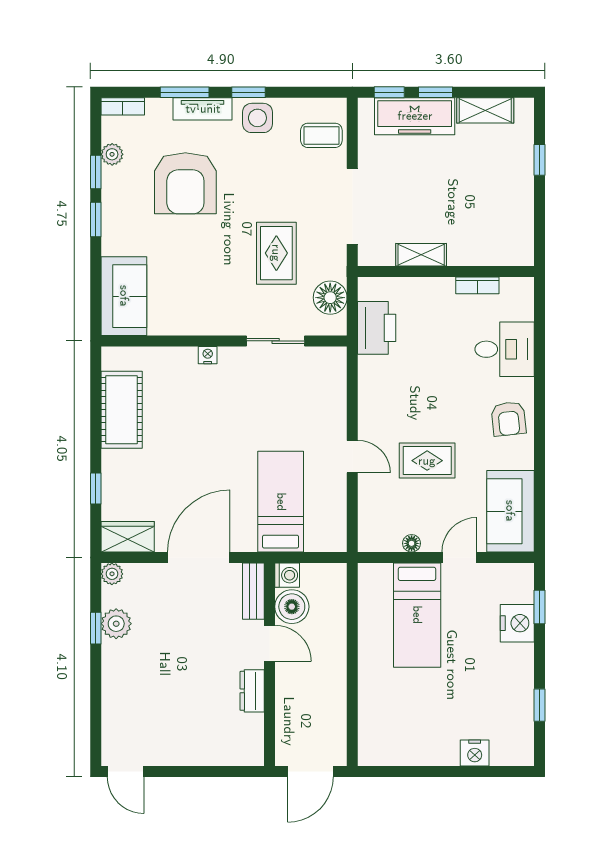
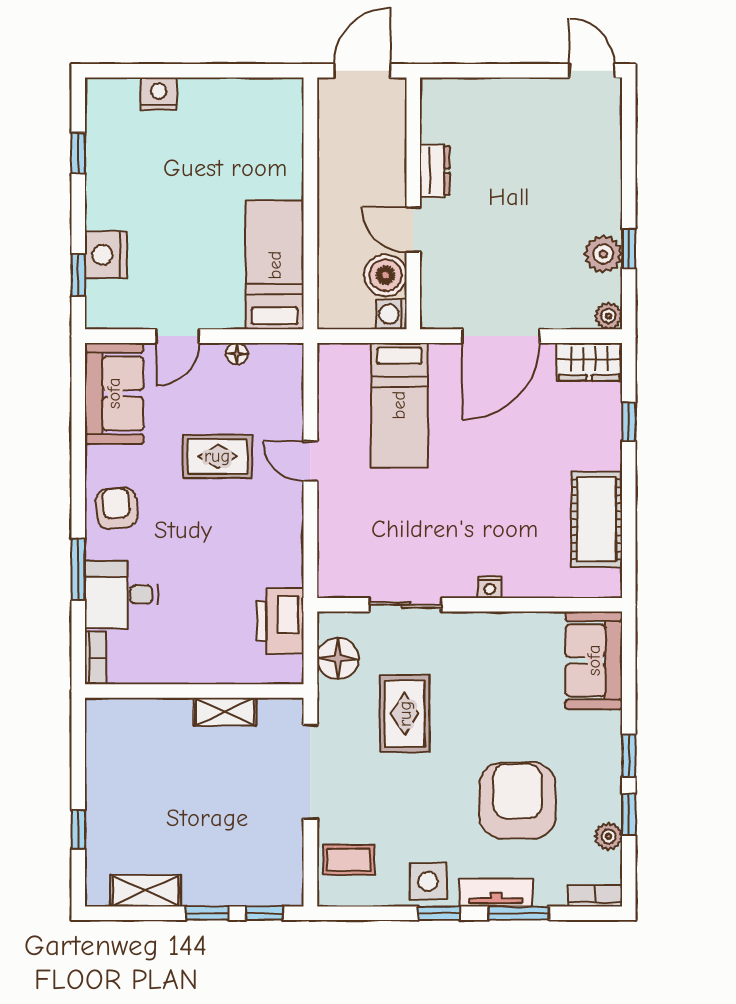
freezer: (415, 116) -> (233, 884), removed
bookcase: (477, 285) -> (95, 658), moved, turned 90
window: (539, 369) -> (78, 569), added
bench: (253, 591) -> (433, 295), removed
bed: (417, 615) -> (275, 265), moved

